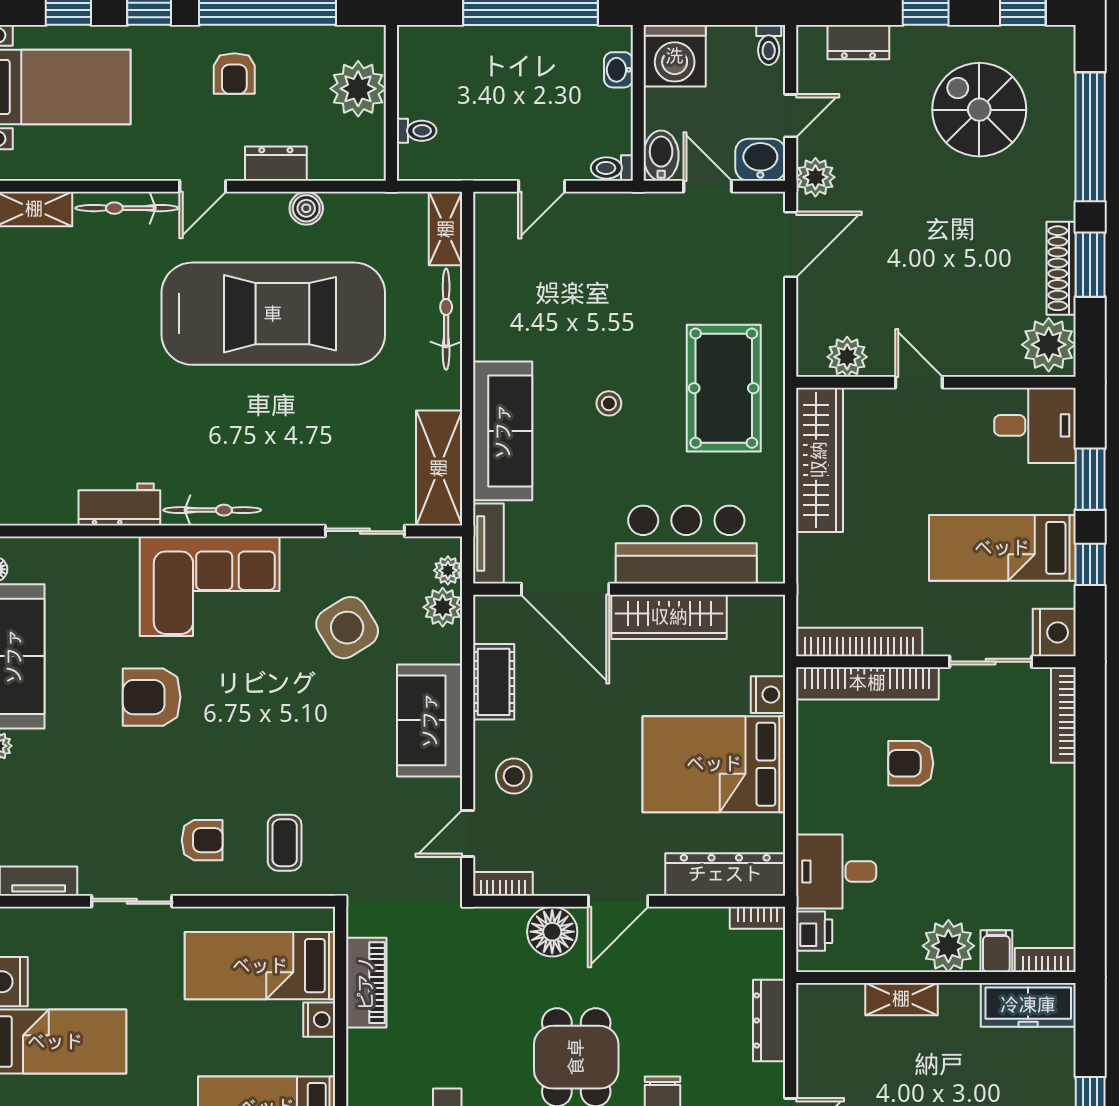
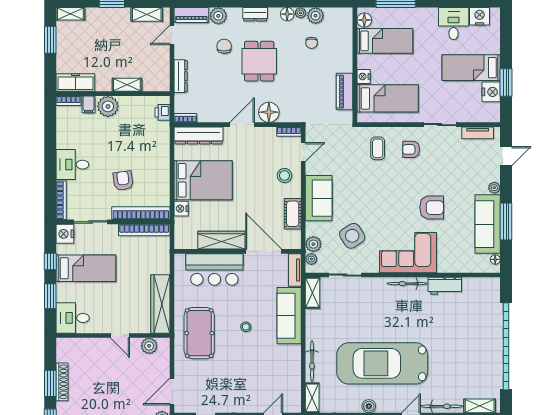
plant: (1049, 345) -> (67, 351), removed
shelving: (439, 468) -> (313, 293), width x0.67, depth x0.75
armchair: (911, 763) -> (123, 181), turned -98
desk: (836, 871) -> (72, 165), moved, turned 180

